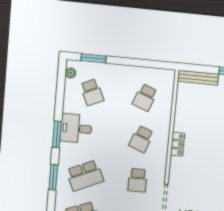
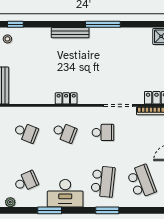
desk: (76, 128) -> (65, 193), width x1.37
window: (57, 134) -> (50, 210), moved
school desk: (85, 175) -> (103, 181), turned 30

